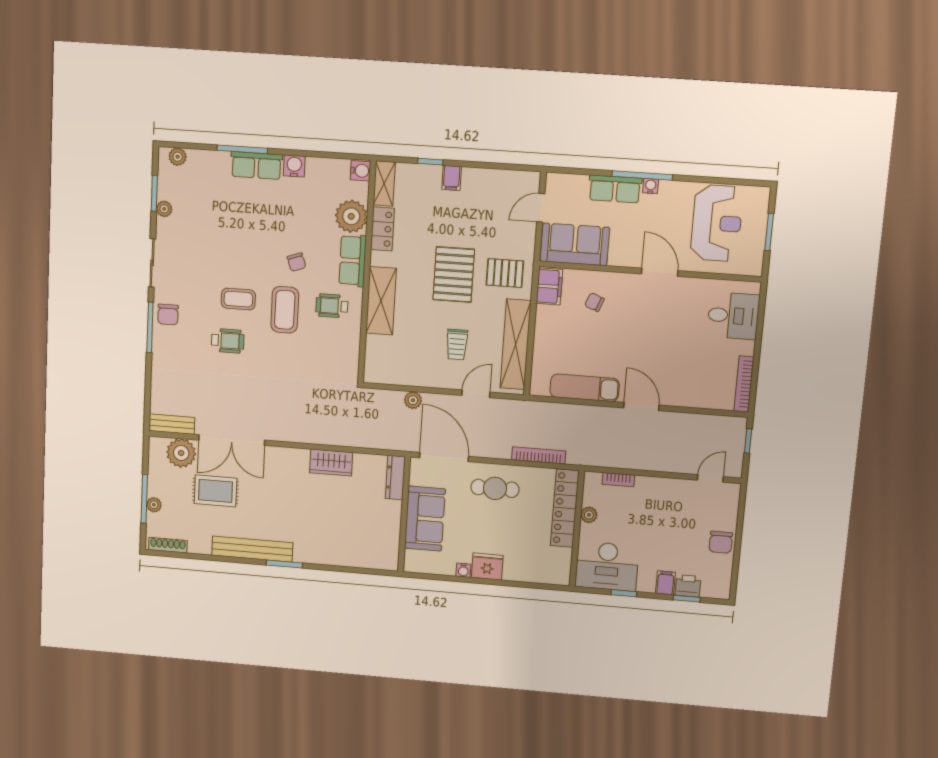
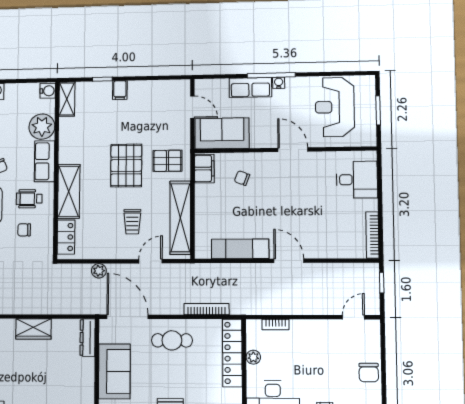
door: (541, 208) -> (192, 107), swing flipped
reception desk: (717, 223) -> (335, 107), turned 180
locker: (383, 229) -> (66, 237), moved
chair: (324, 344) -> (24, 230), added

